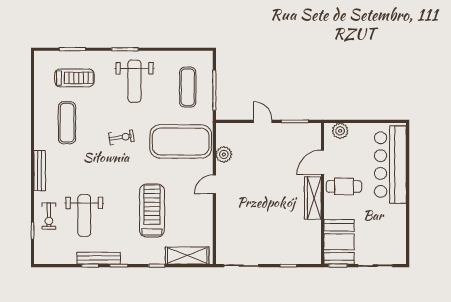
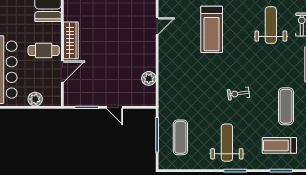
plant: (340, 131) -> (35, 99), moved
exercise mat: (181, 141) -> (186, 90), removed
door: (214, 184) -> (157, 26), moved

